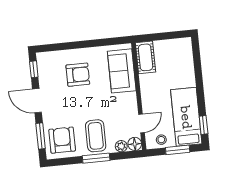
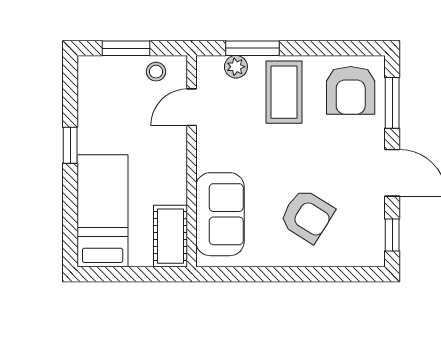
armchair: (78, 75) -> (307, 216), turned -148
bed: (186, 117) -> (103, 211), moved, turned 180
window: (204, 125) -> (70, 145), moved
floor lamp: (135, 144) -> (209, 68), removed
window: (96, 158) -> (253, 48), moved

